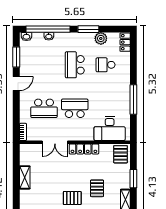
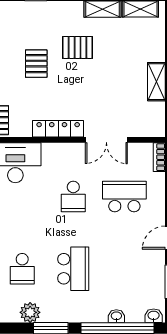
school desk: (106, 65) -> (22, 269), turned 90
school desk: (75, 108) -> (73, 197), width x0.54
double door: (55, 142) -> (106, 140), swing flipped

